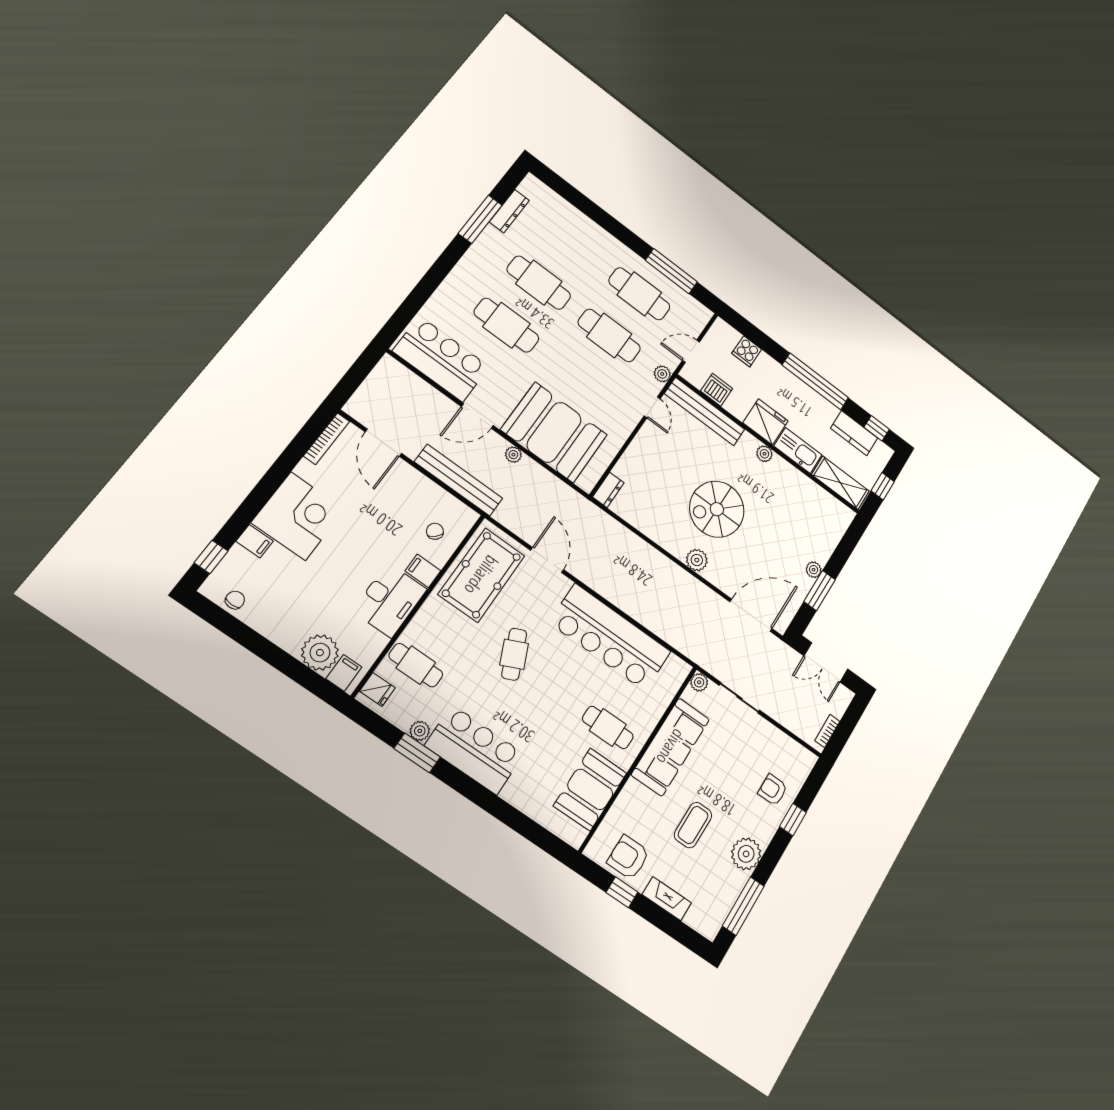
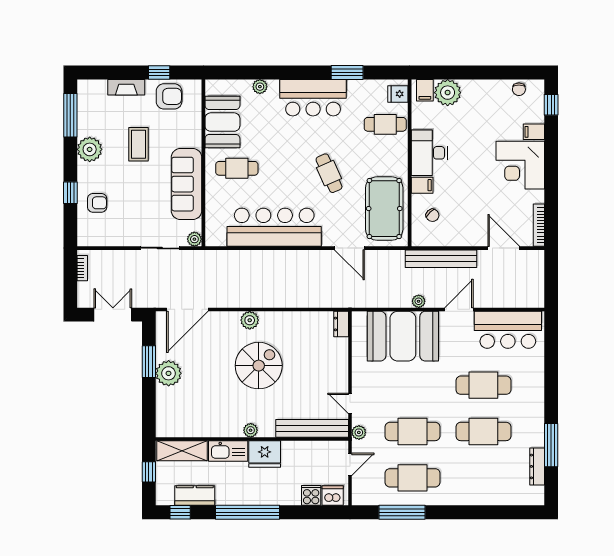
dishwasher: (717, 390) -> (333, 496), moved, turned 180
plant: (814, 570) -> (169, 373), width x1.88, depth x1.88
plant: (420, 731) -> (260, 87), moved

